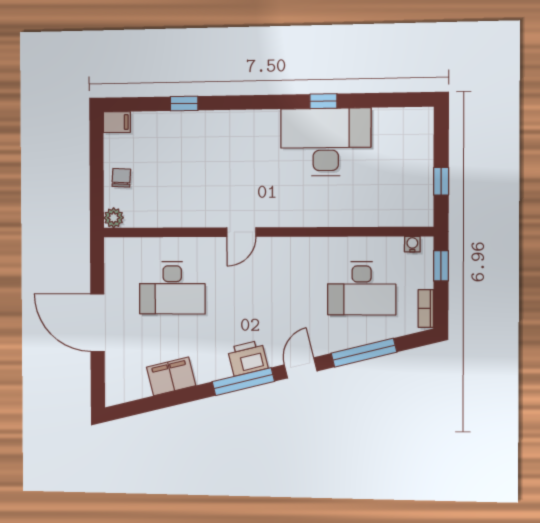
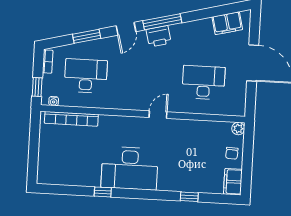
filing cabinet: (117, 122) -> (233, 182), width x2.00
desk: (326, 142) -> (130, 168), moved
window: (441, 181) -> (34, 138), removed
bookcase: (382, 217) -> (71, 119), added
window: (364, 353) -> (87, 36), width x0.69
filing cabinet: (171, 376) -> (227, 23), moved

